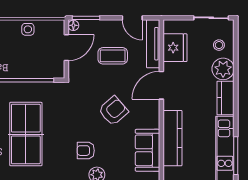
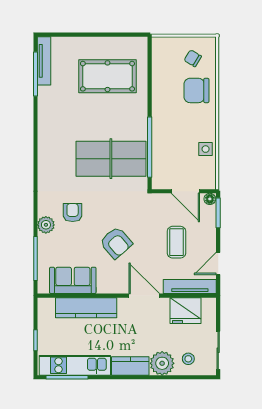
table tennis table: (26, 134) -> (111, 159), moved

